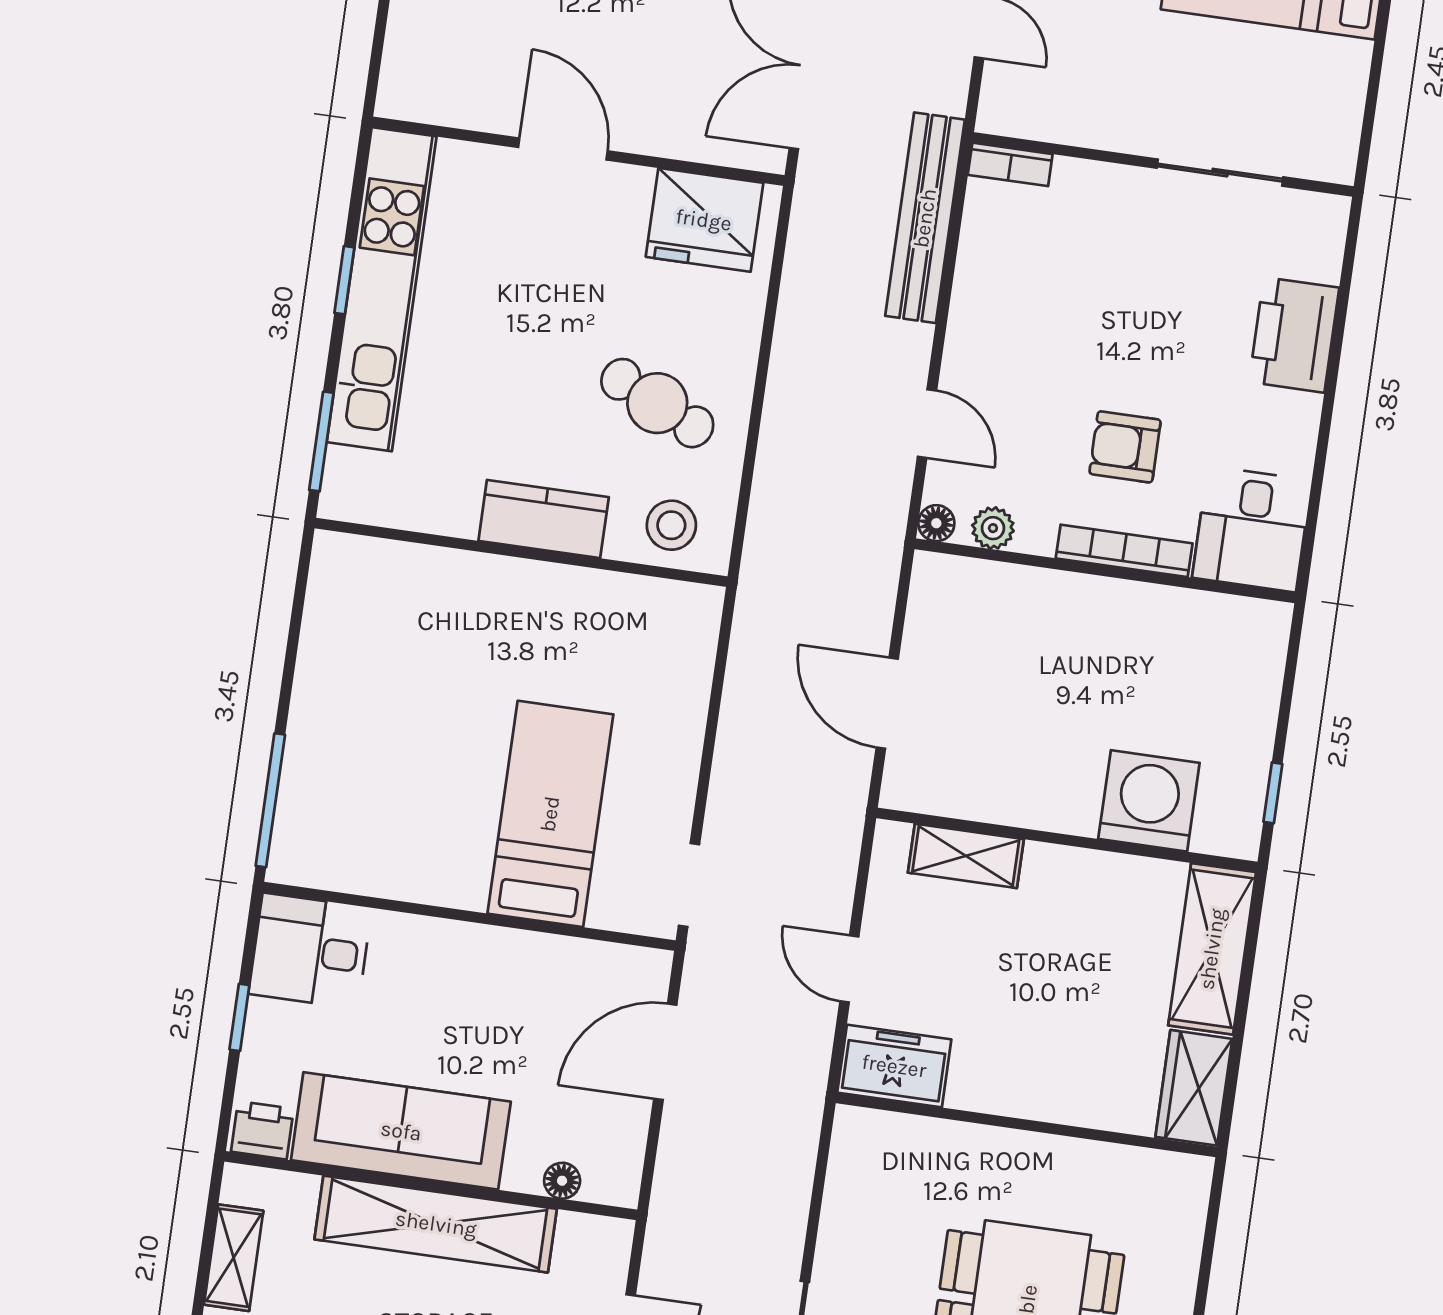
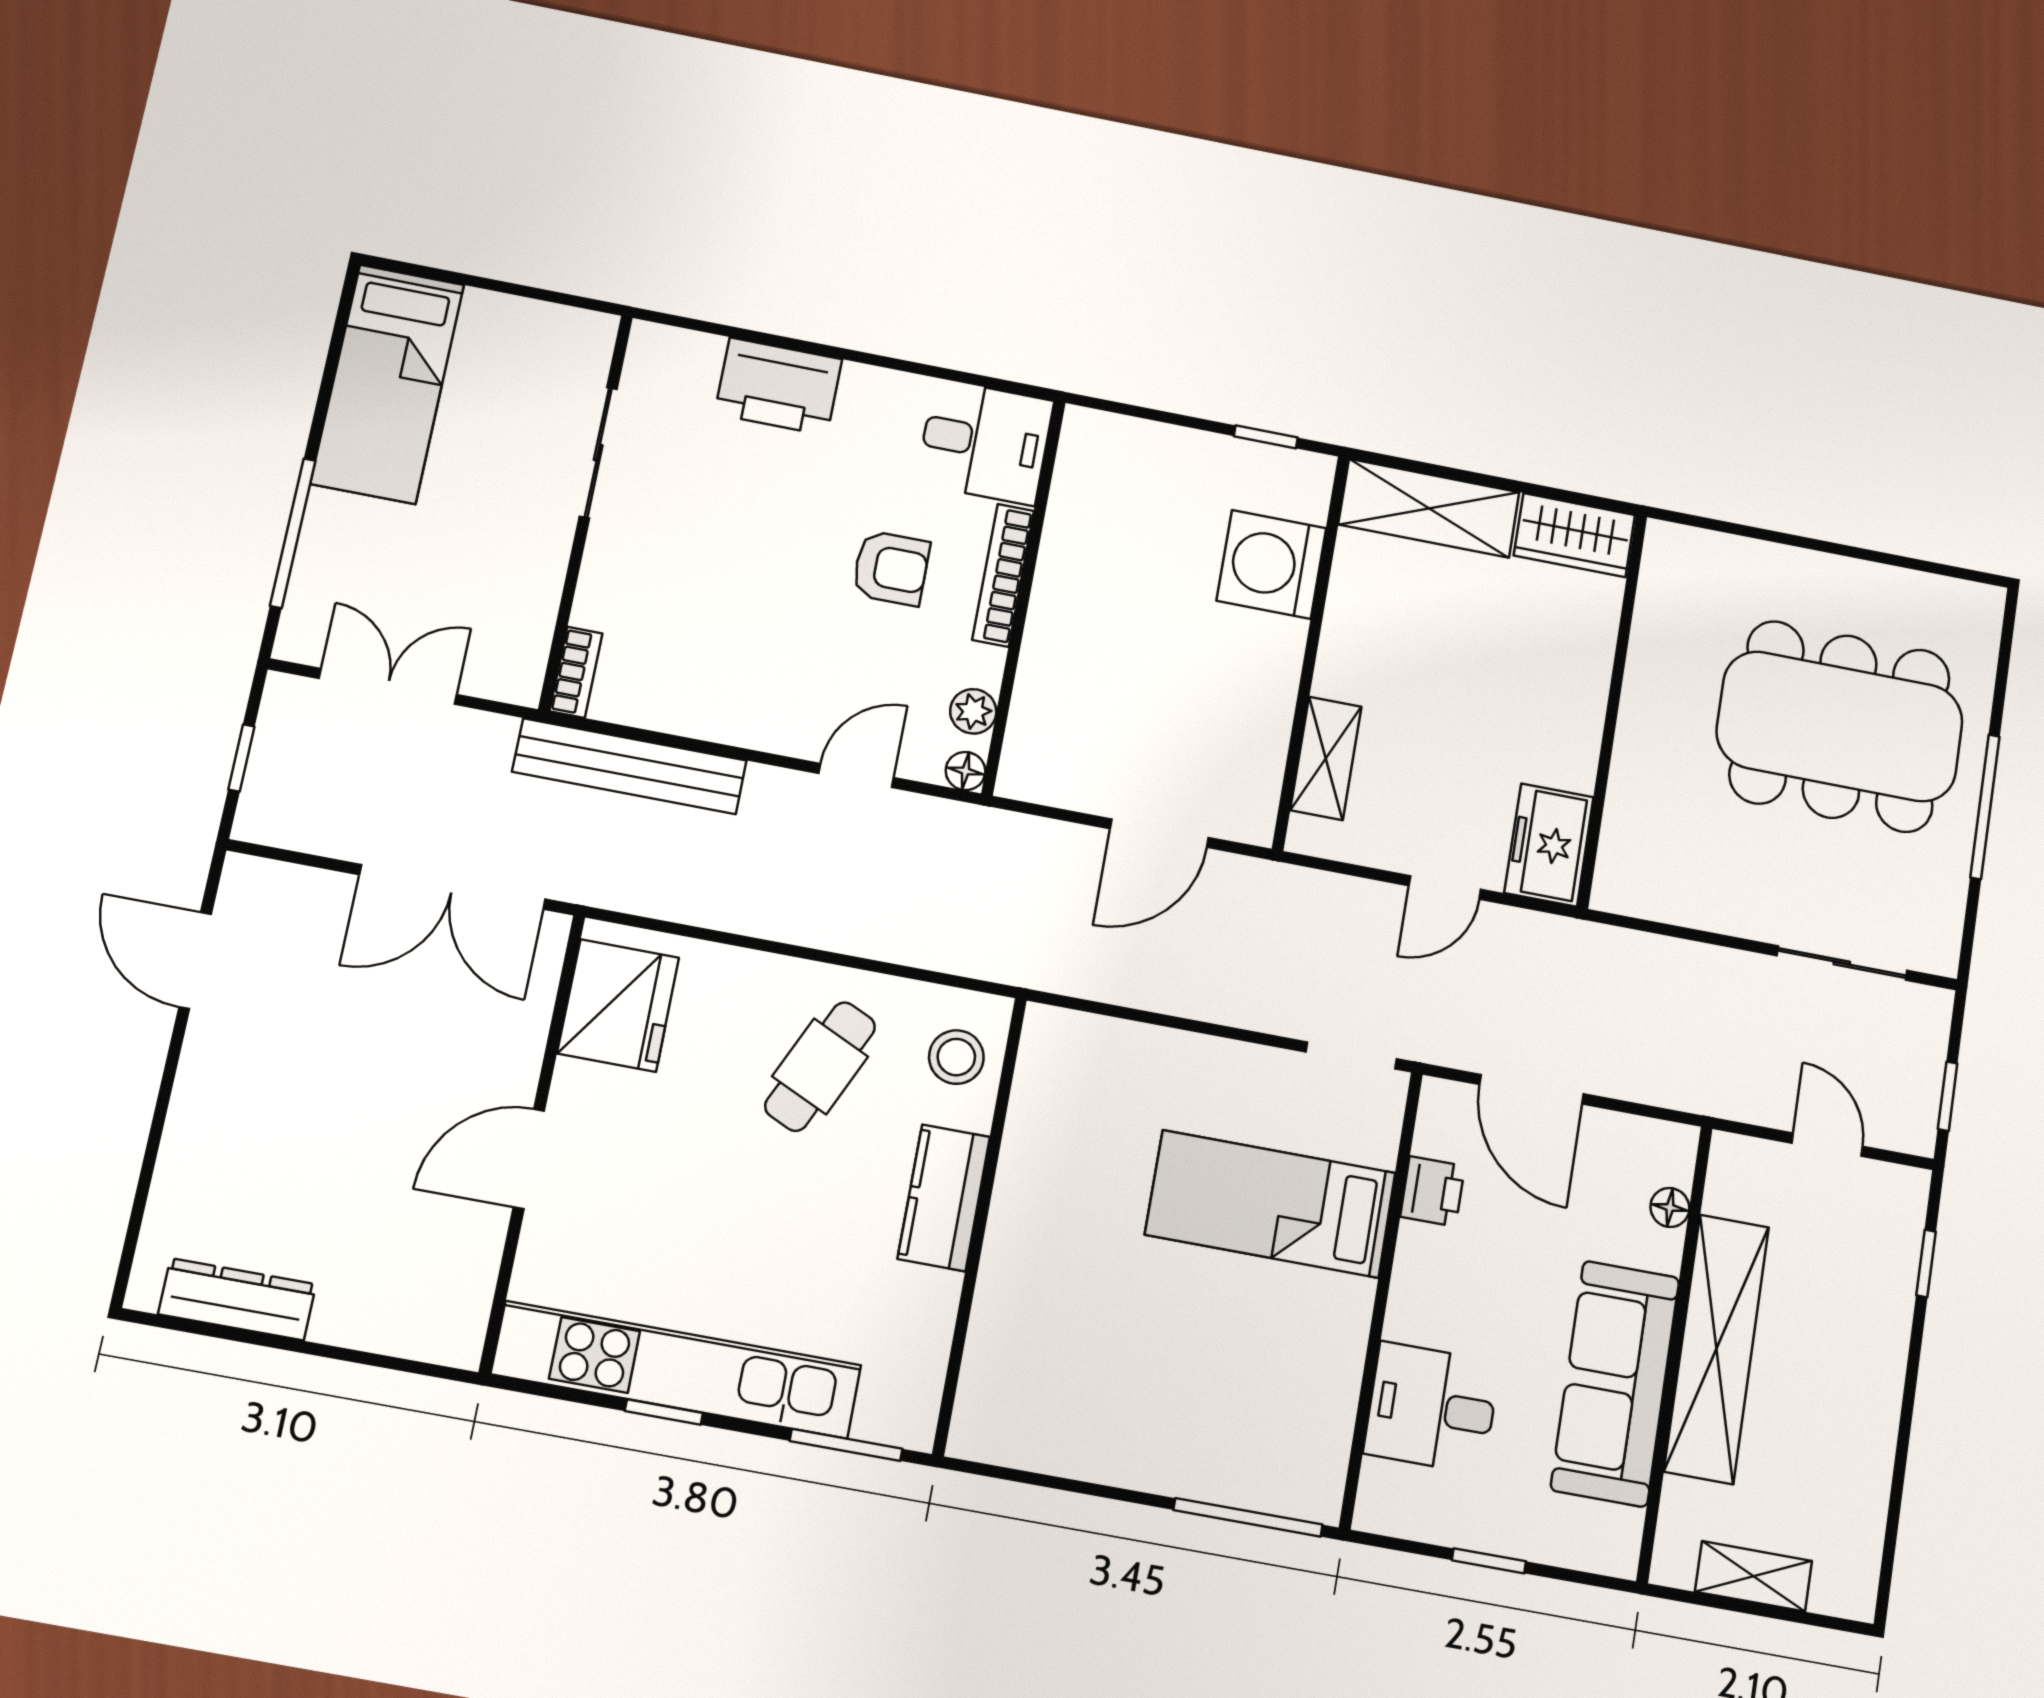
armchair: (1125, 447) -> (891, 568), turned -90
desk: (310, 951) -> (1432, 1408), moved, turned 90
printer: (262, 1130) -> (1433, 1191), moved, turned 180

